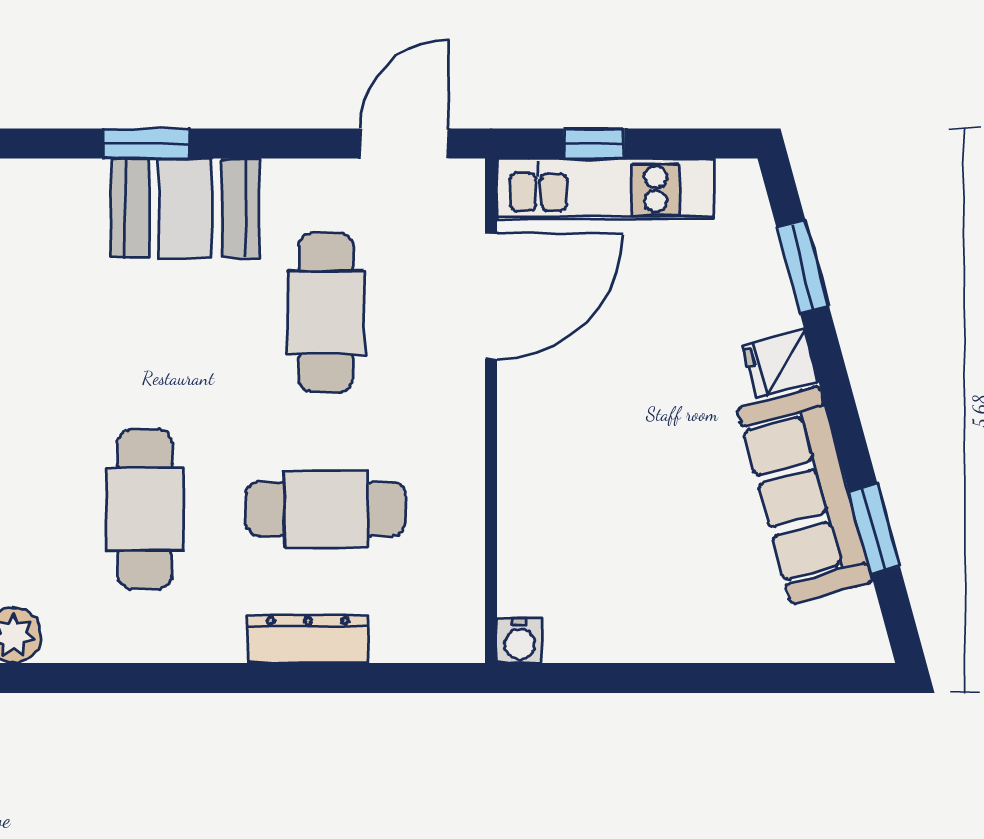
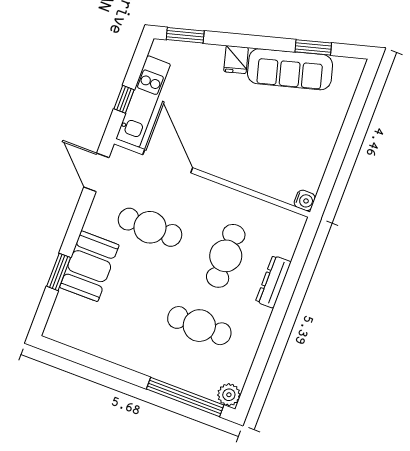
window: (803, 267) -> (185, 35), moved

